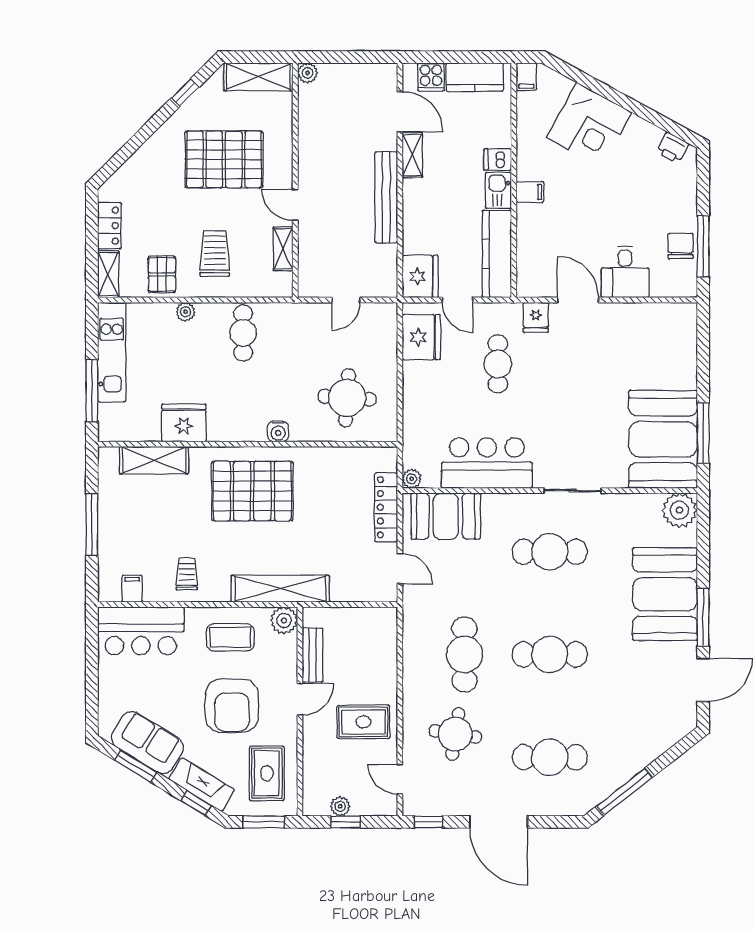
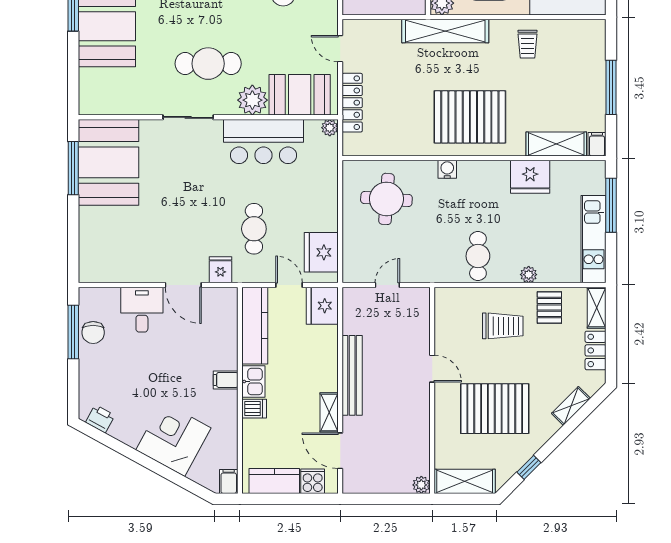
shelving: (283, 249) -> (571, 406), moved, turned 45
trolley: (215, 253) -> (503, 326), turned -90
plant: (679, 510) -> (252, 100), moved
filing cabinet: (132, 589) -> (597, 144), moved, turned 180

